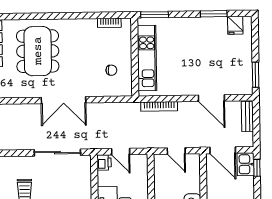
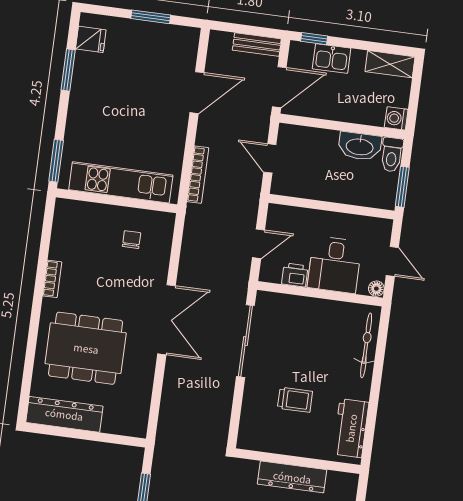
bookcase: (109, 23) -> (52, 279), moved
window: (256, 75) -> (151, 17), moved
bench: (247, 116) -> (257, 45), moved
door: (176, 151) -> (270, 158), swing flipped
printer: (104, 162) -> (295, 275), moved
kitchen sink: (246, 164) -> (332, 58), moved

